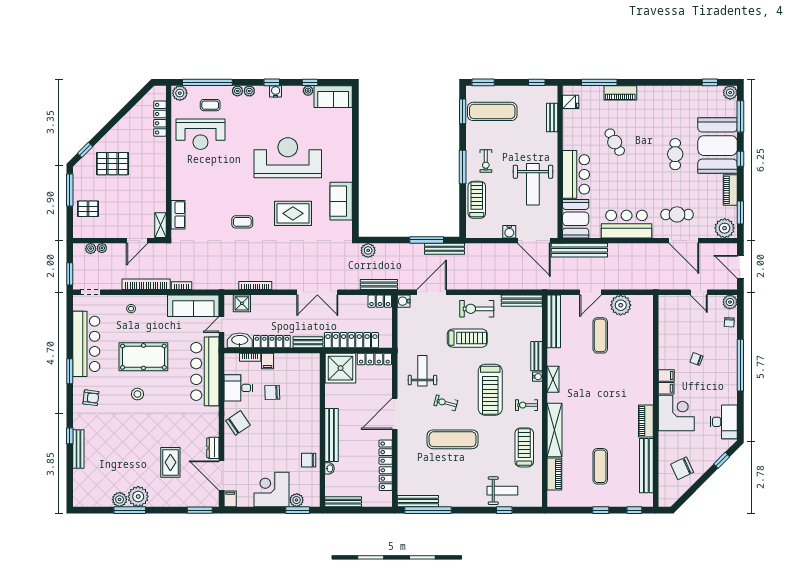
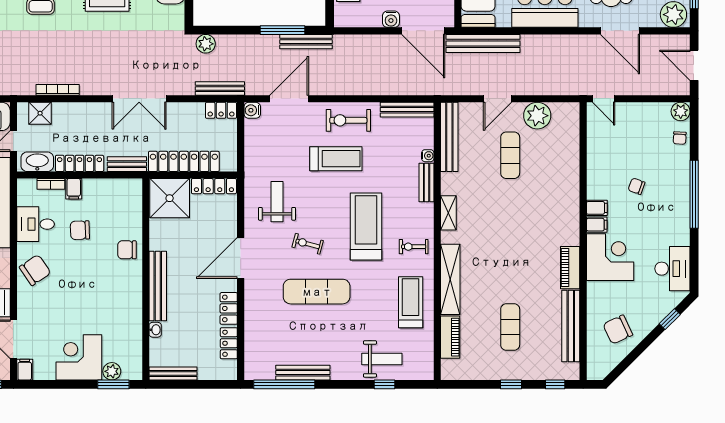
door: (699, 292) -> (604, 99), moved
water cooler: (537, 377) -> (428, 156), moved
treadmill: (490, 390) -> (366, 227), turned 180
chair: (309, 460) -> (127, 250), moved
bench: (418, 501) -> (303, 373), moved

